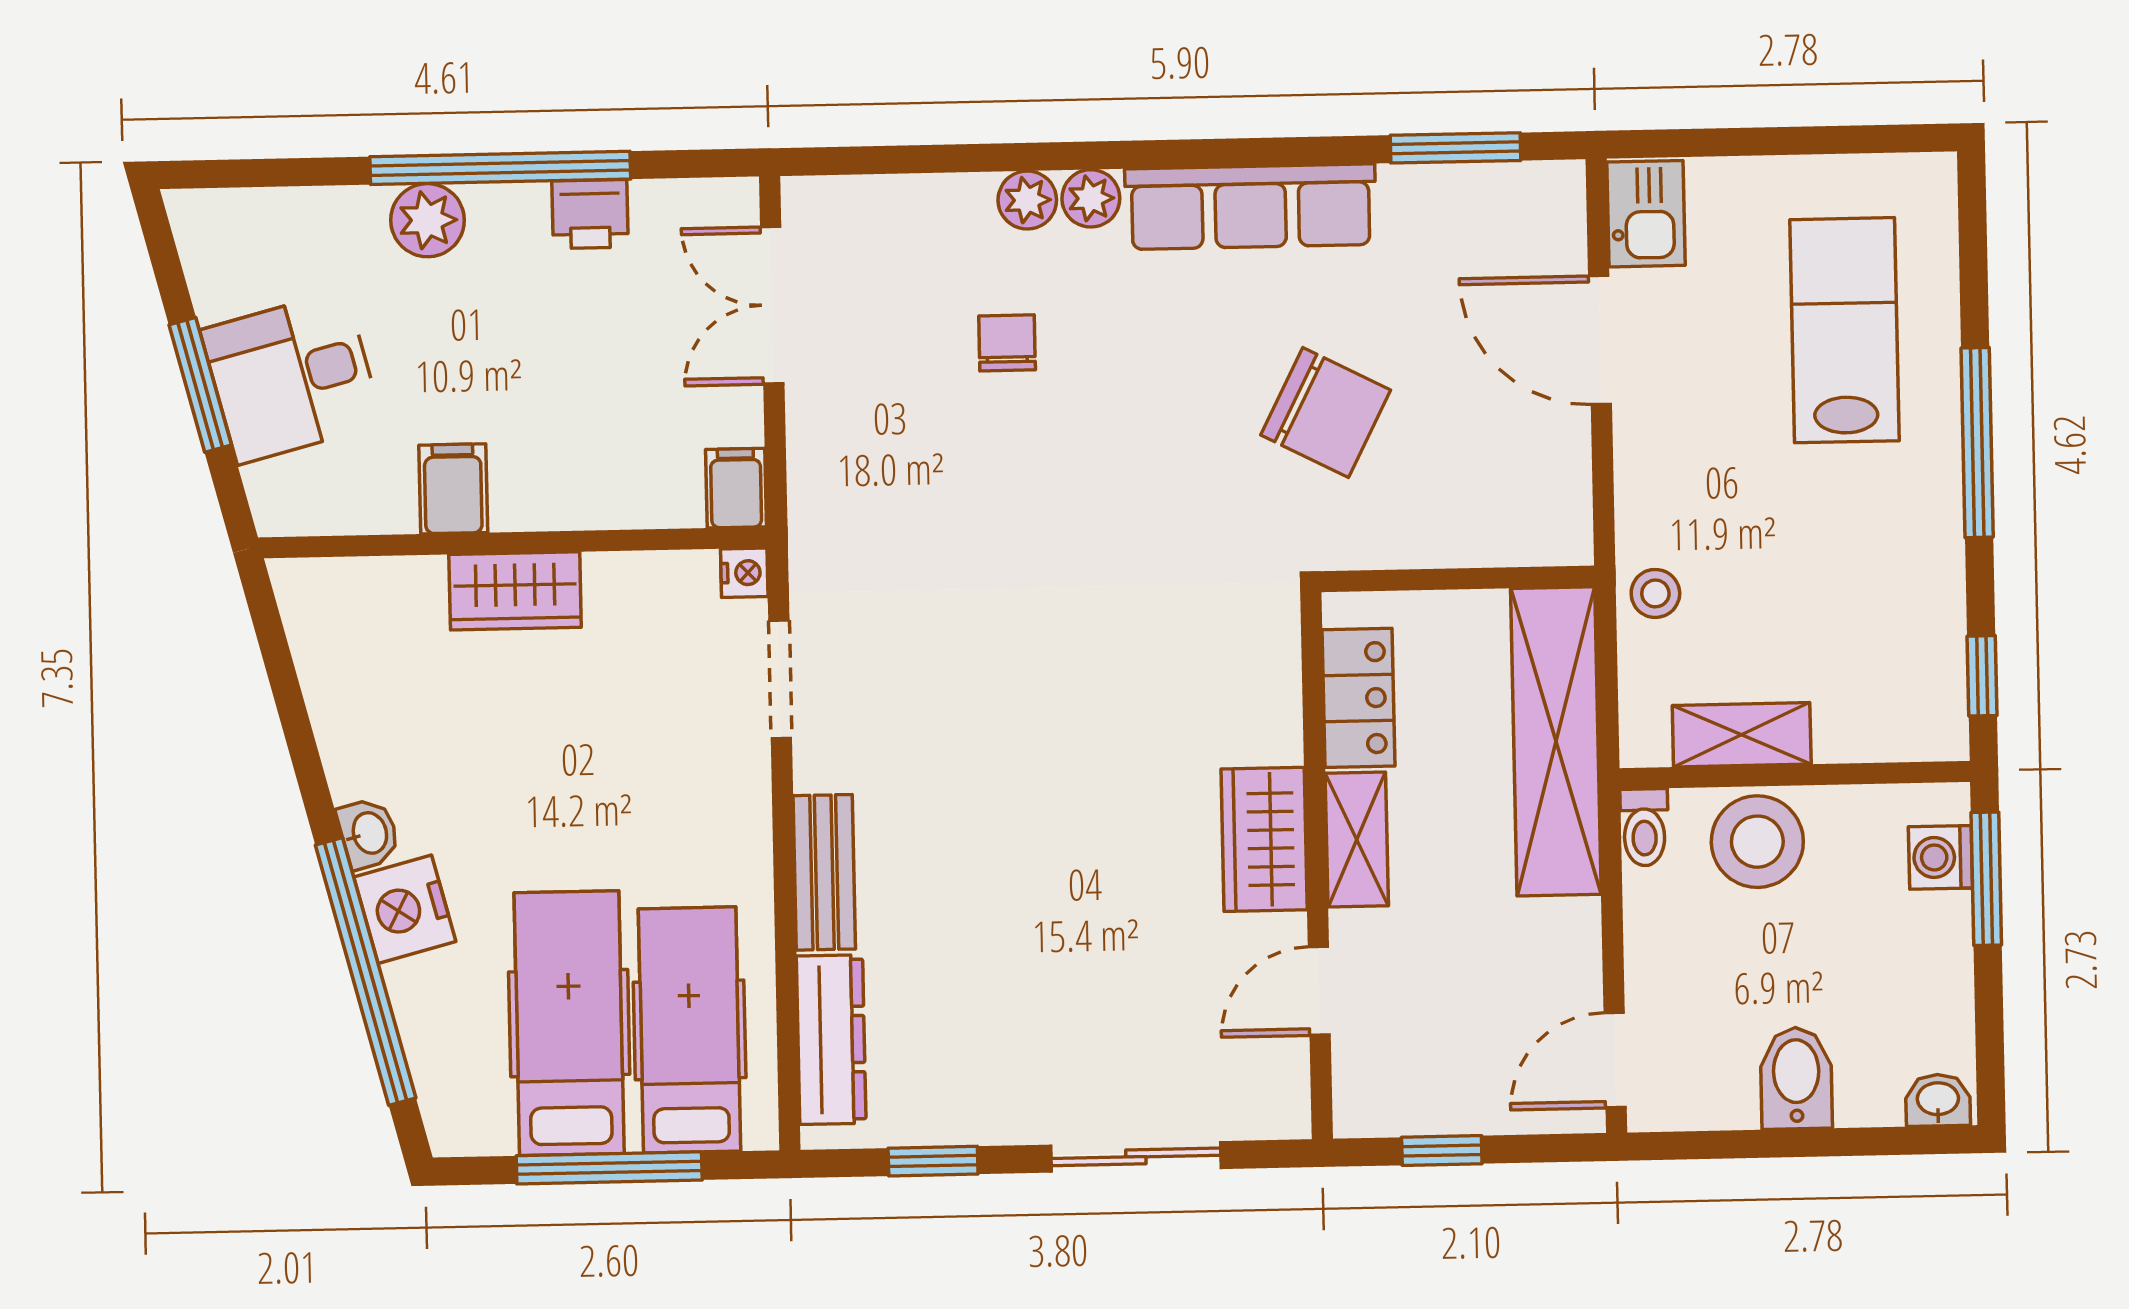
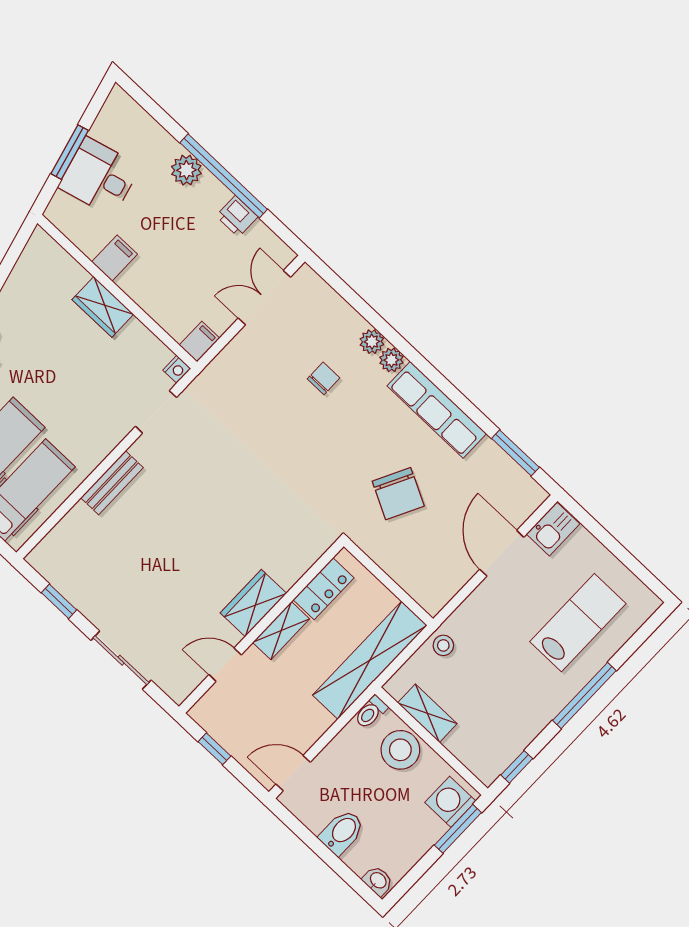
washing machine: (1940, 857) -> (450, 802), width x1.38, depth x1.38
dresser: (831, 1040) -> (65, 535), removed

